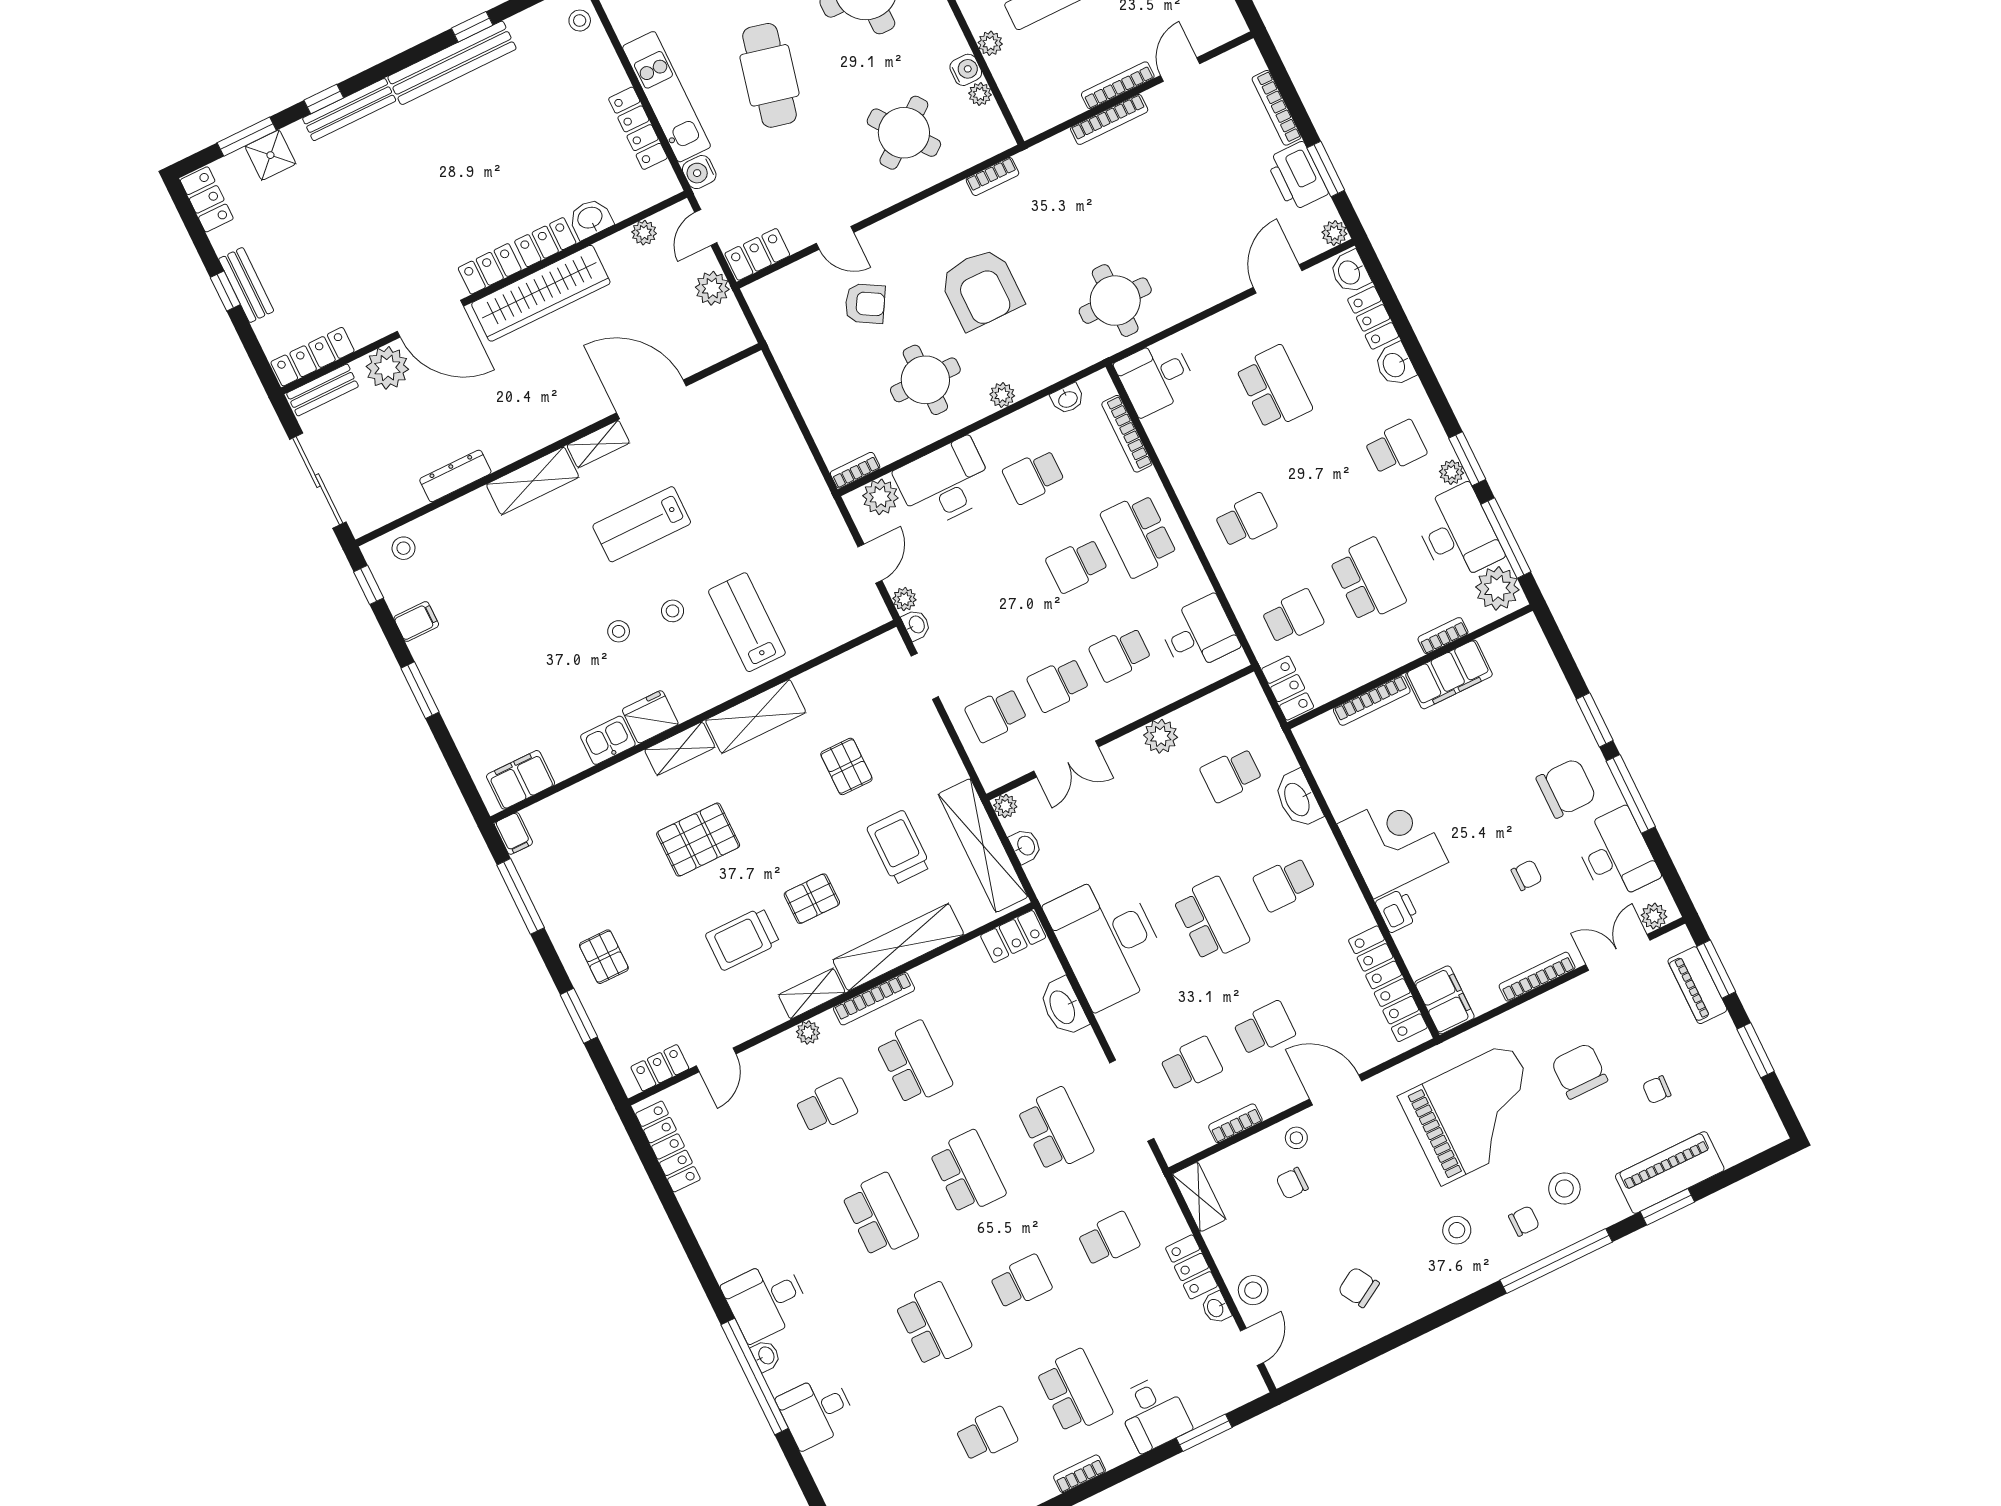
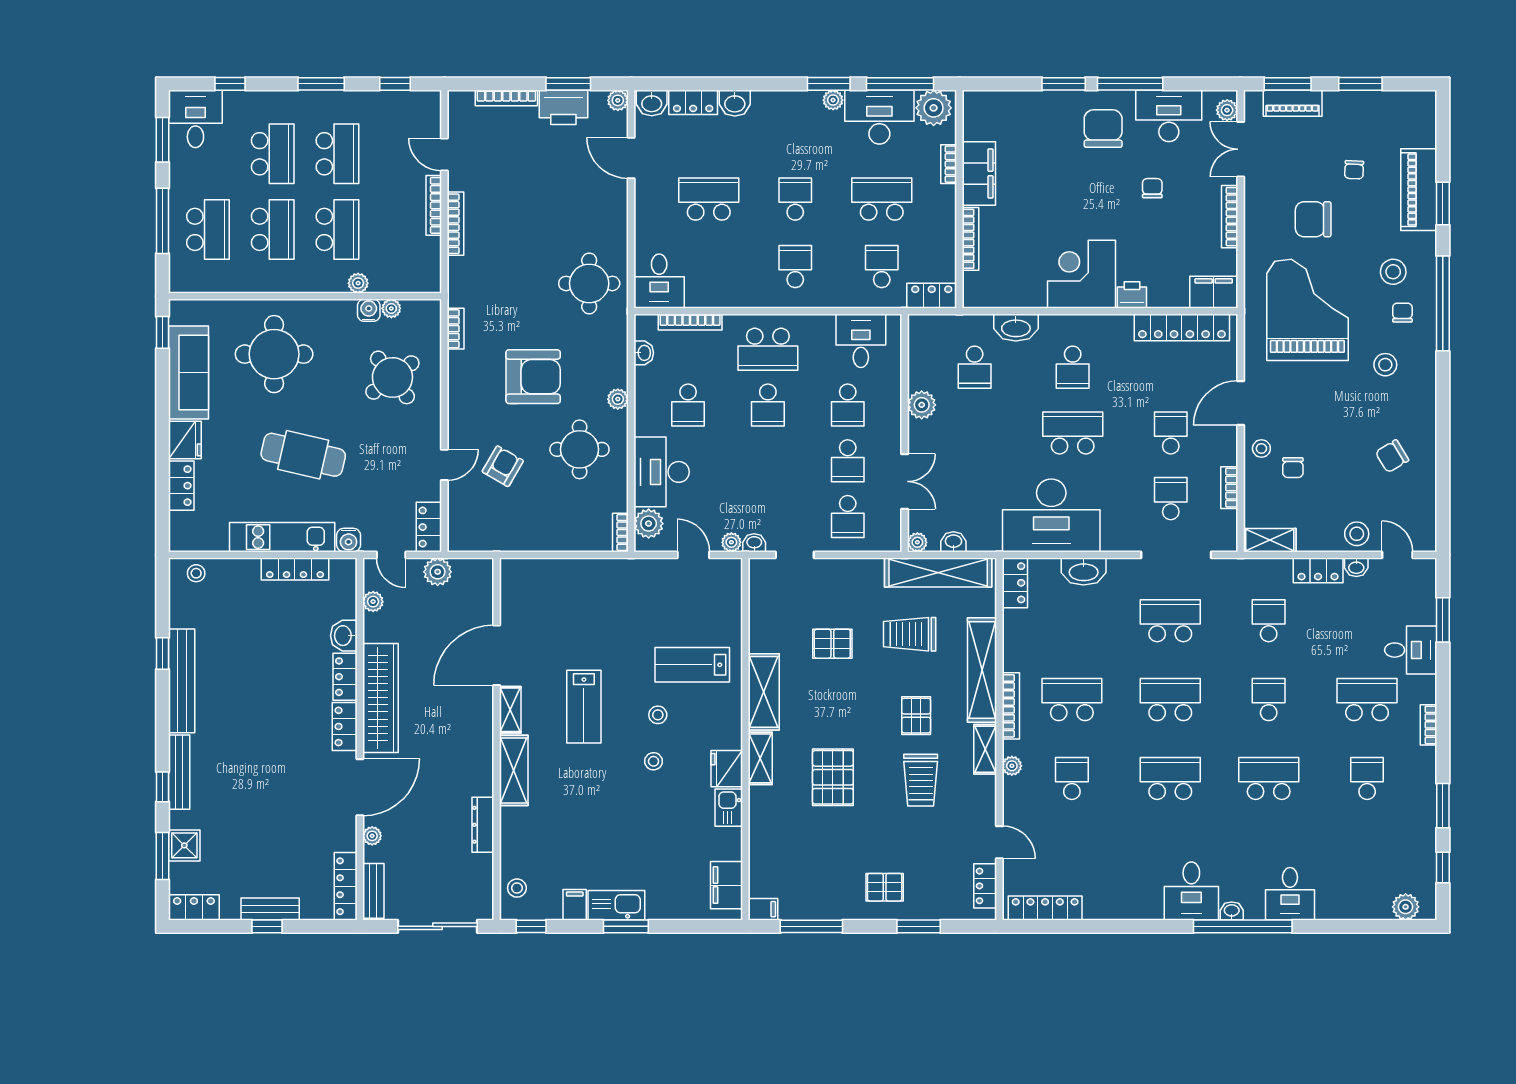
plant: (387, 368) -> (372, 836), width x0.53, depth x0.53
school desk: (1396, 447) -> (795, 199), moved
kitchen sink: (438, 668) -> (616, 905), added

